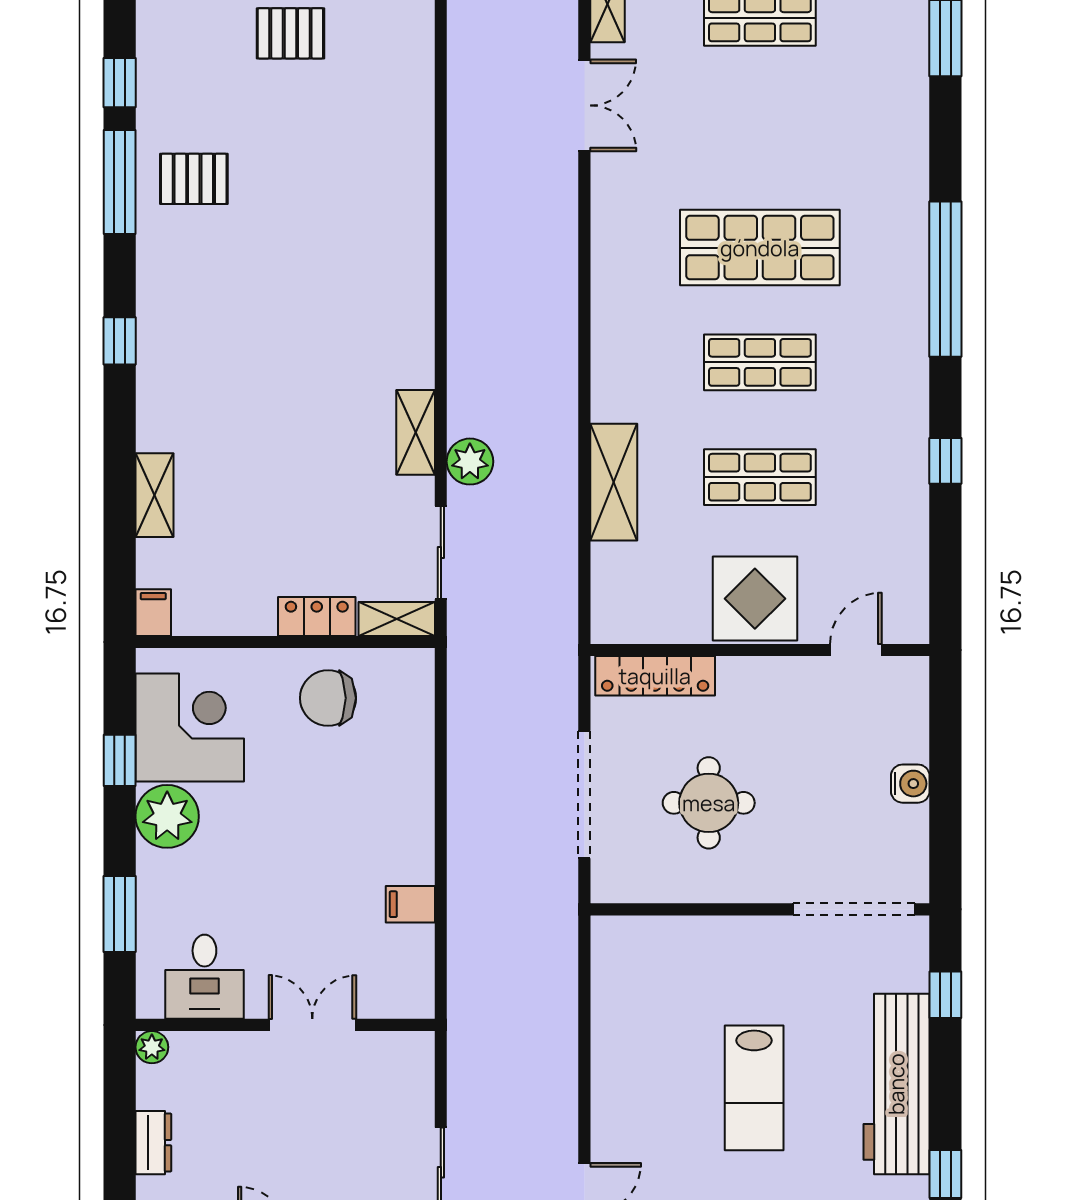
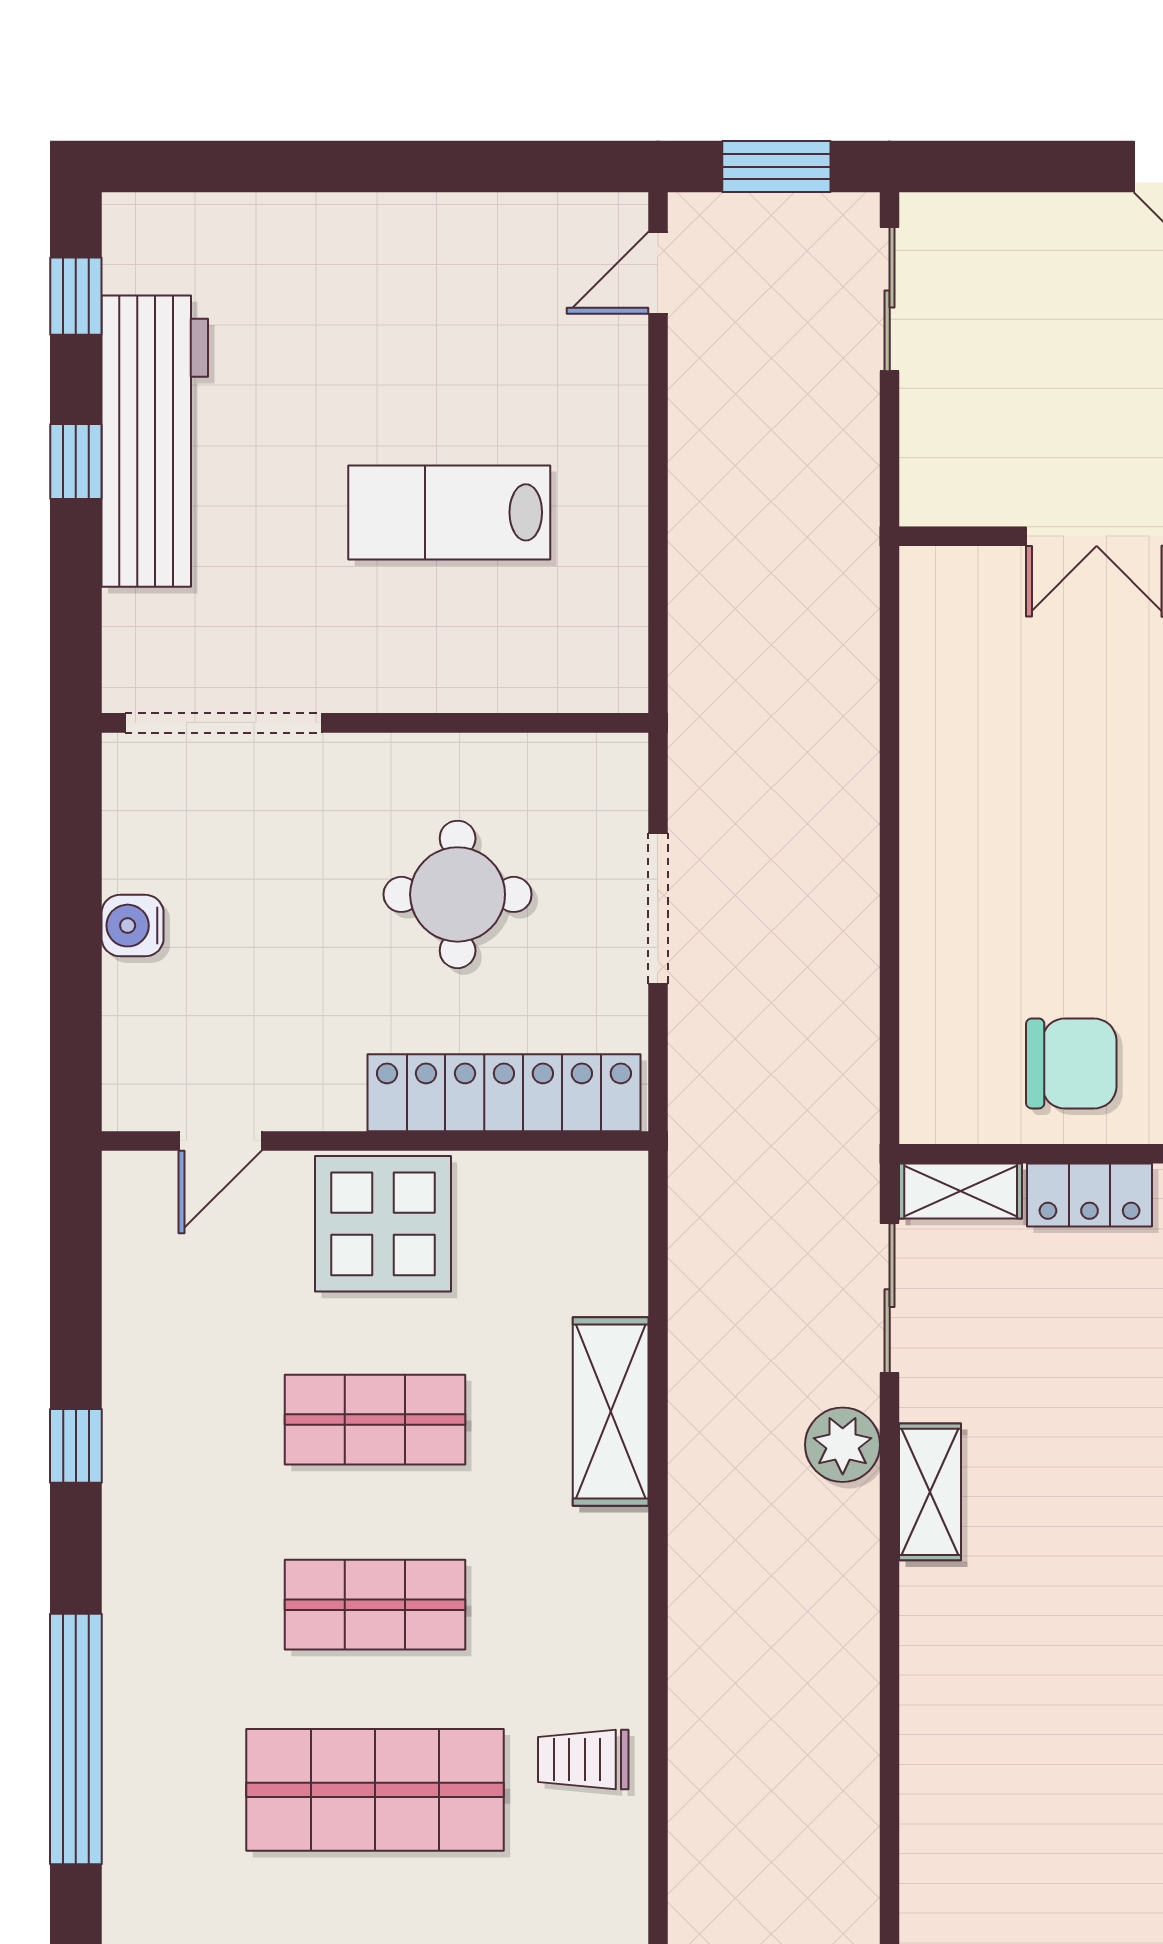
trolley: (631, 266) -> (583, 1760), added
locker: (655, 676) -> (504, 1093), width x1.41, depth x1.21
doorway: (584, 794) -> (658, 908), width x0.73
filing cabinet: (410, 904) -> (939, 731), removed
window: (945, 995) -> (76, 461), moved
lab bench: (754, 1088) -> (449, 512), moved, turned -90

